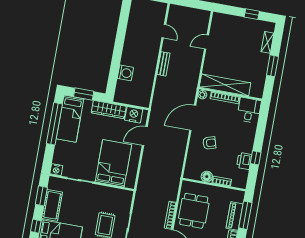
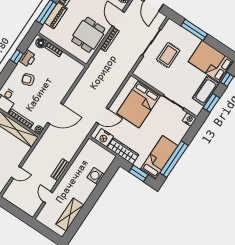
shelving: (134, 23) -> (70, 215), added
armchair: (209, 143) -> (28, 80), moved
floor lamp: (207, 177) -> (41, 43), moved

